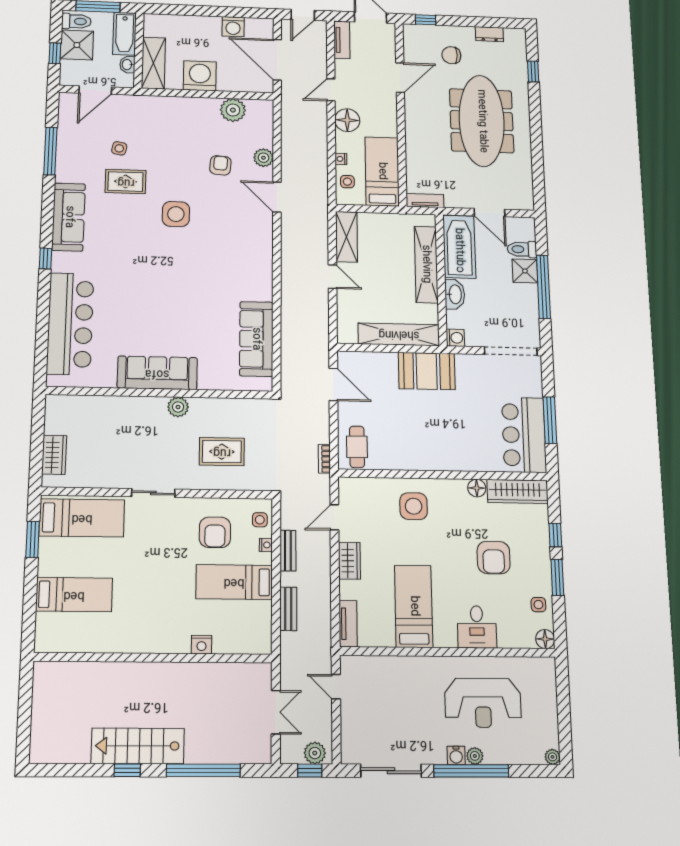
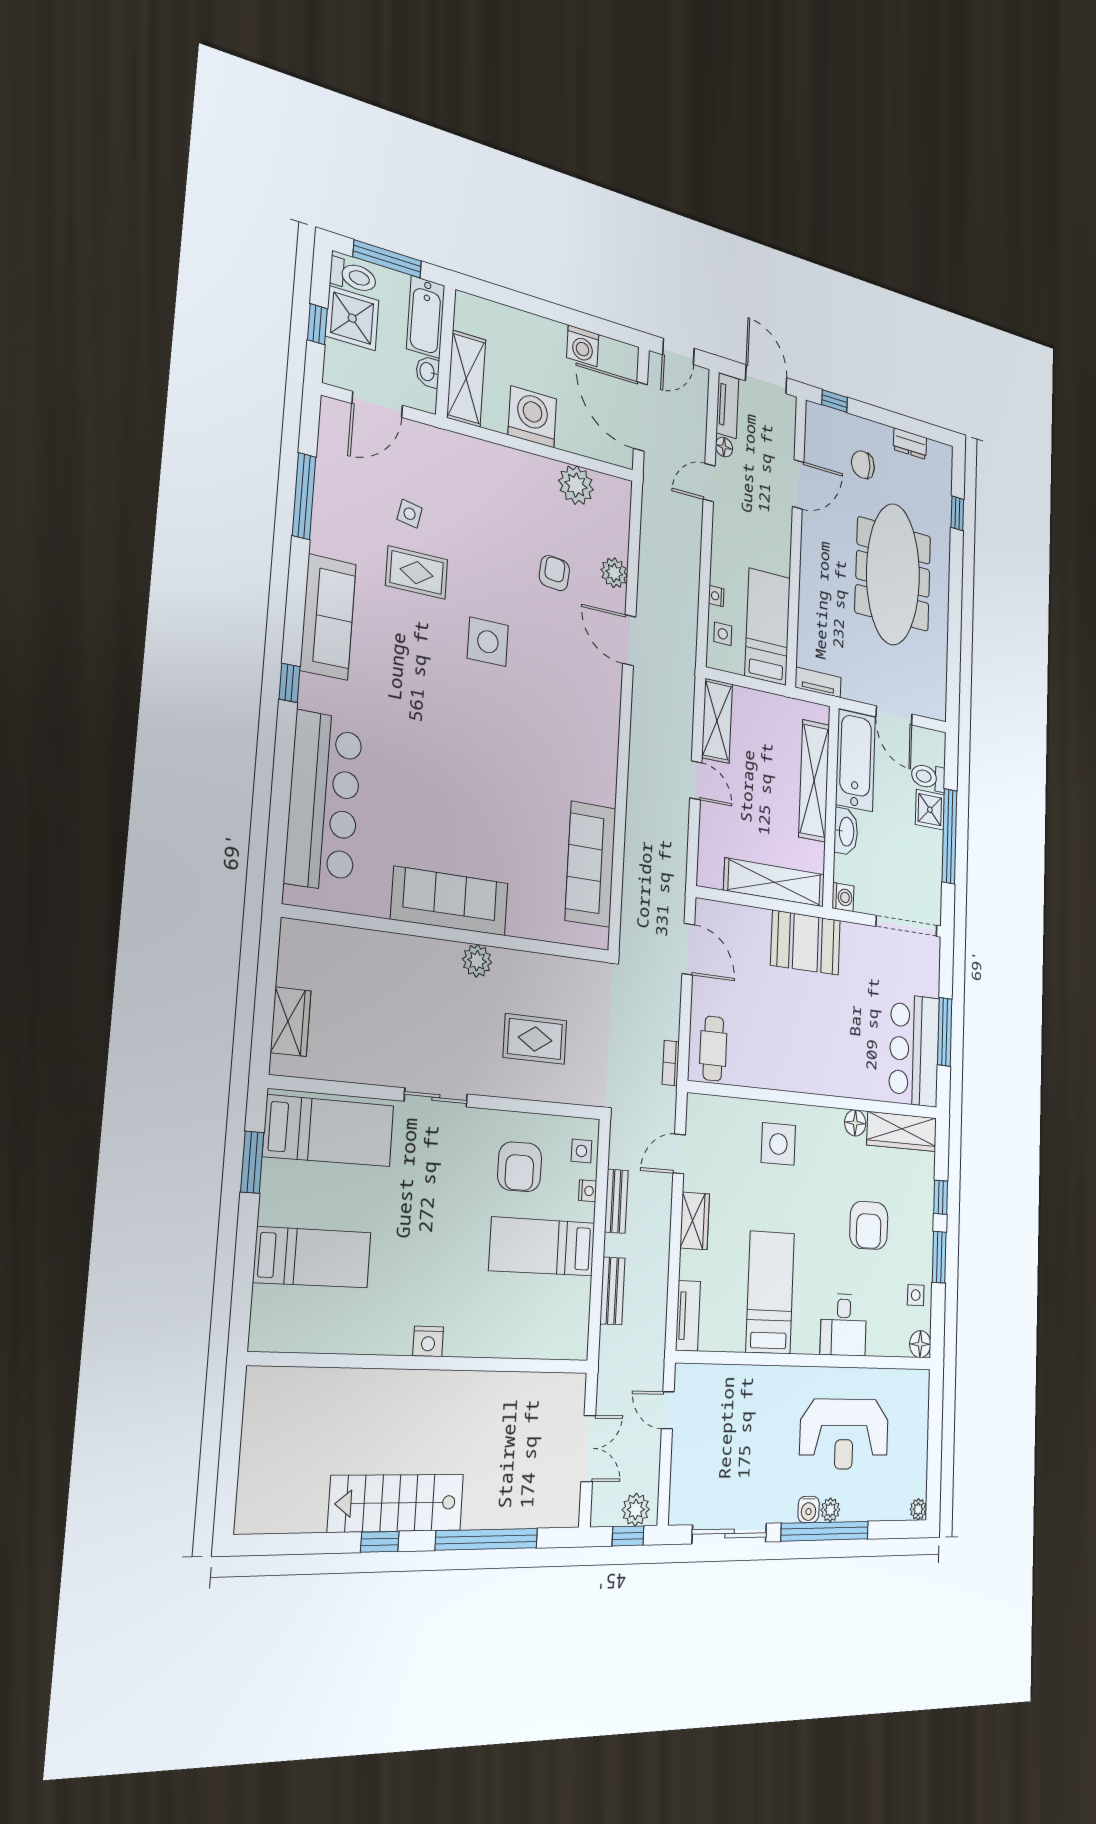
floor lamp: (347, 120) -> (724, 447), moved, width x0.53, depth x0.53
nightstand: (202, 645) -> (428, 1341), moved

